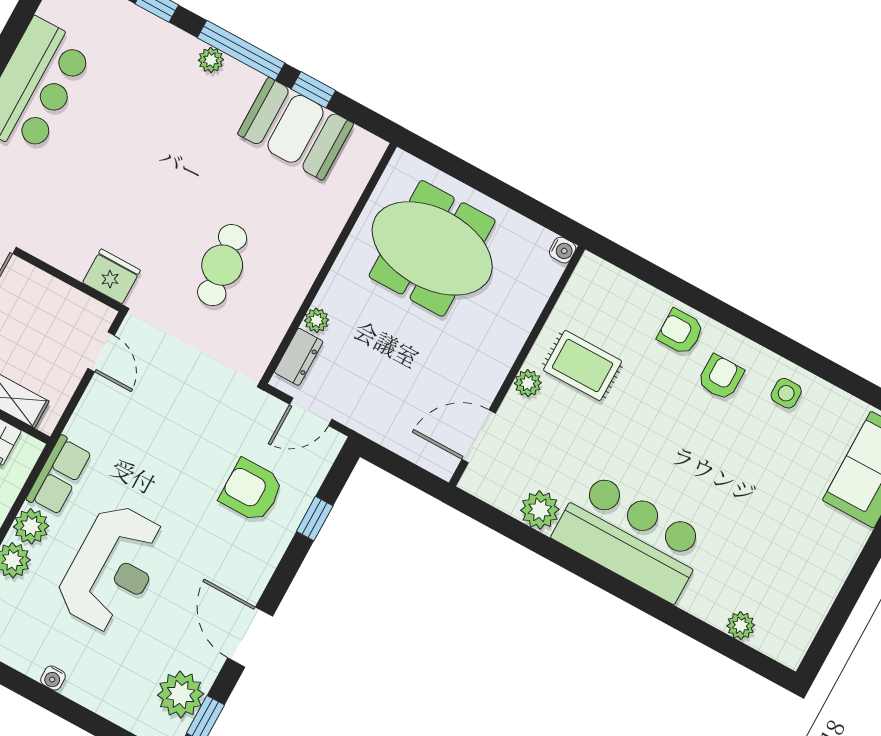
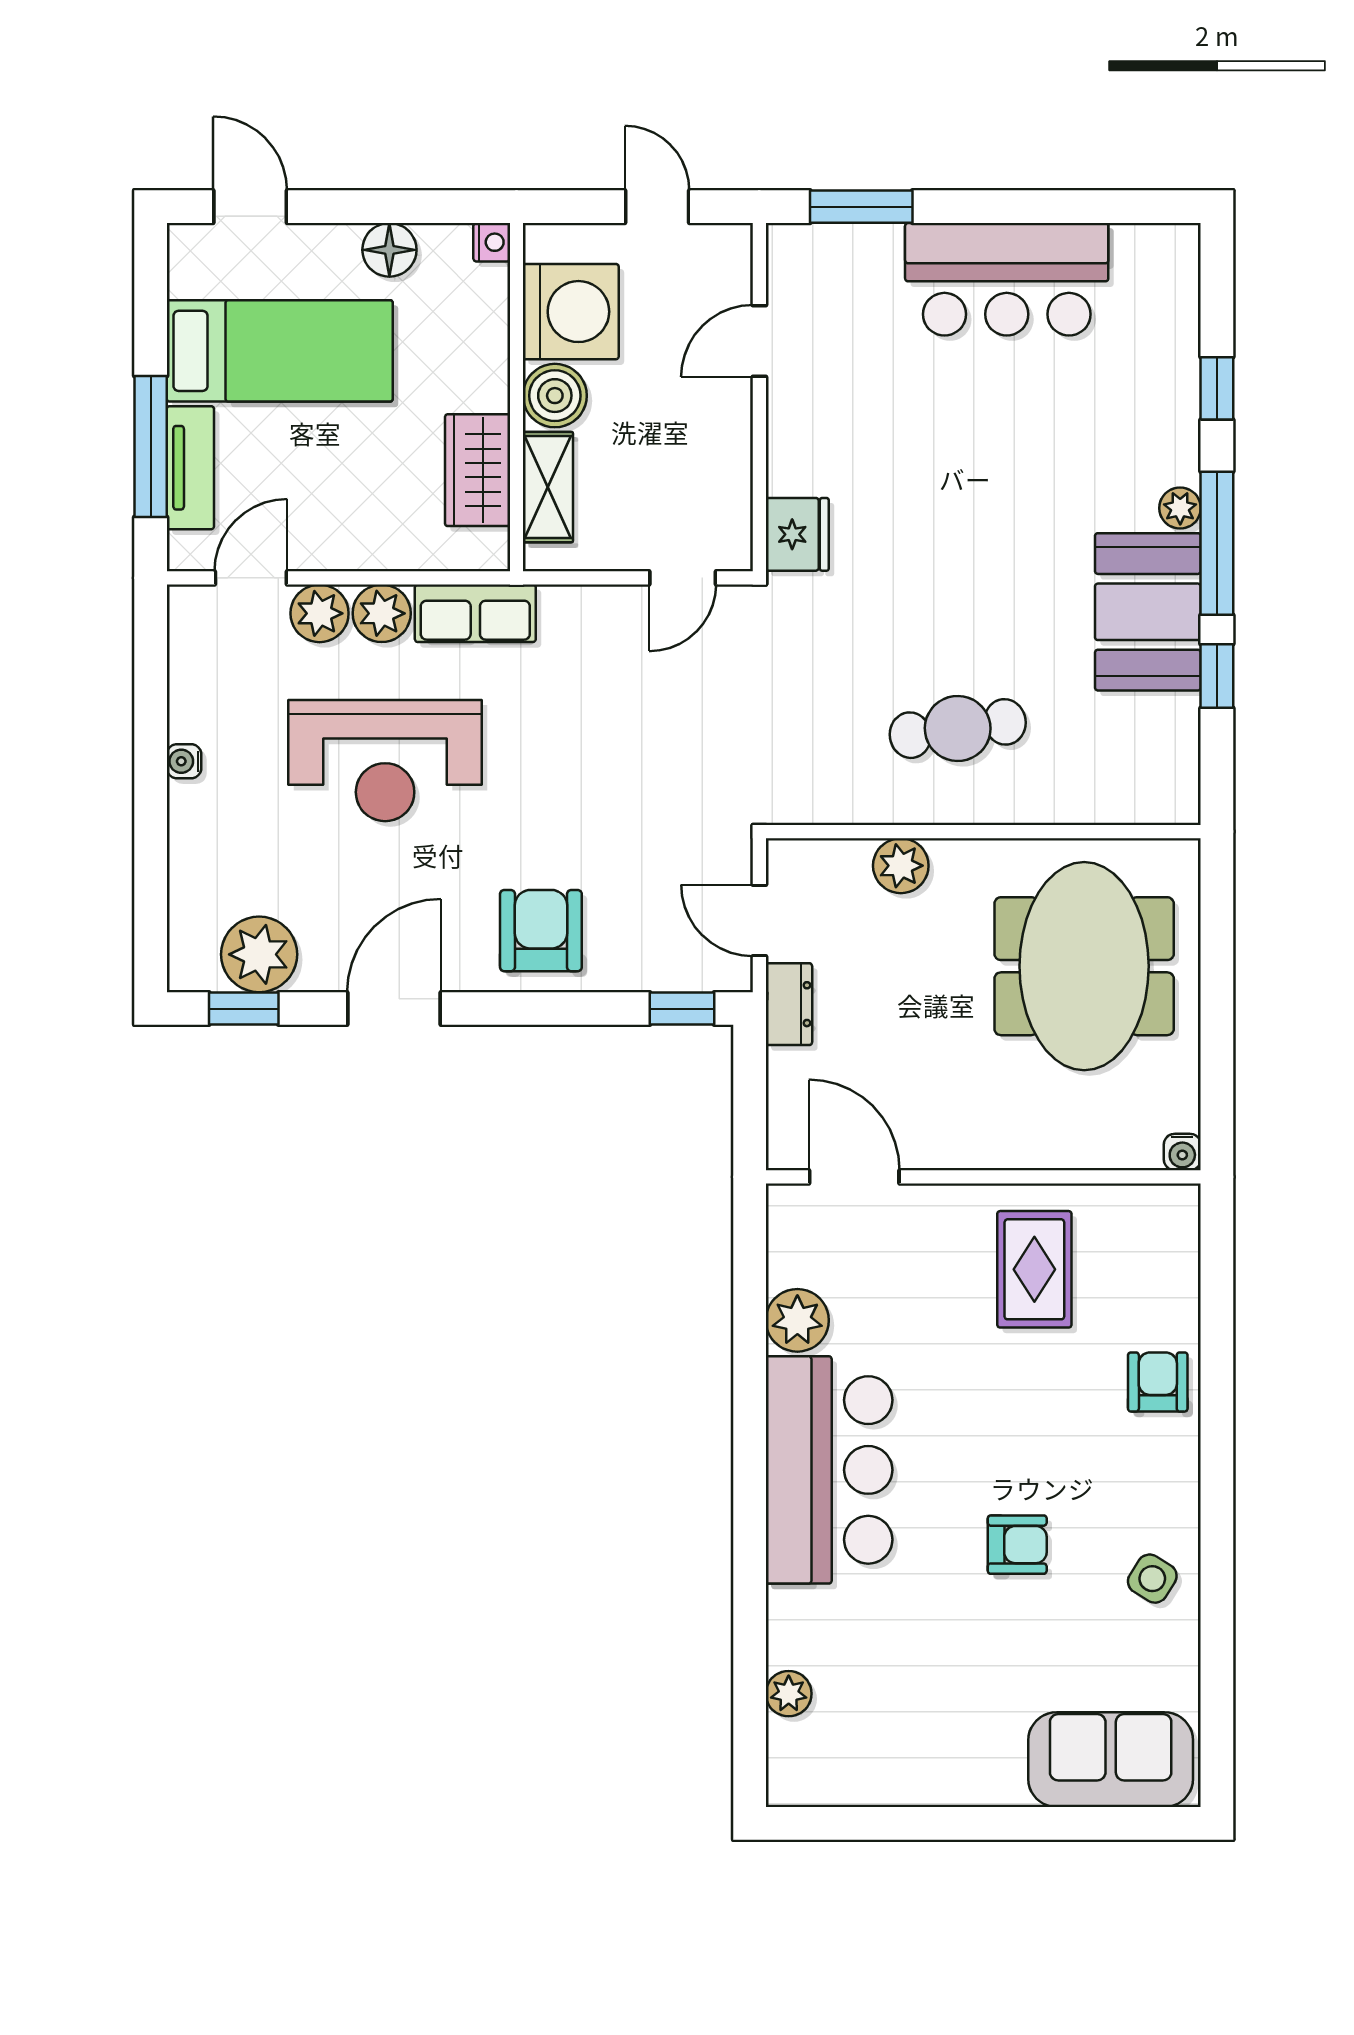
booth: (296, 129) -> (1148, 612), moved
cafe table: (222, 265) -> (958, 729), moved
plant: (317, 320) -> (901, 866), width x1.38, depth x1.38
dresser: (299, 357) -> (789, 1004), moved, turned -90
armchair: (721, 377) -> (1017, 1545), moved
plant: (528, 383) -> (967, 1205), removed
side table: (786, 393) -> (1152, 1579), turned 32
armchair: (251, 491) -> (541, 931), moved
window: (315, 519) -> (682, 1009), moved

